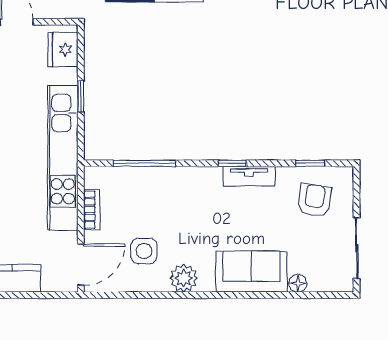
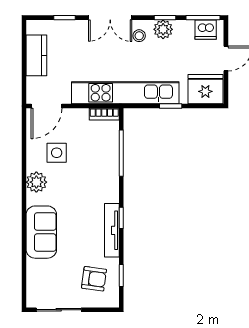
fridge: (63, 49) -> (205, 89), width x1.36, depth x1.34
tv unit: (249, 176) -> (112, 230), width x1.41
bookcase: (92, 210) -> (104, 114), moved
door: (81, 265) -> (46, 106), hinge flipped
floor lamp: (298, 283) -> (33, 266), removed

